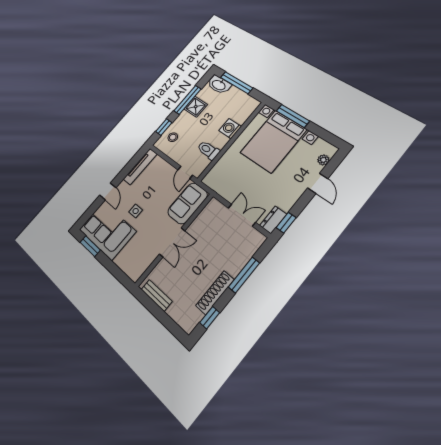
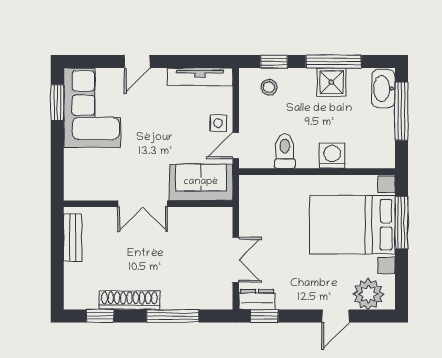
plant: (323, 160) -> (368, 294), width x1.88, depth x1.88
side table: (136, 211) -> (218, 123), moved

